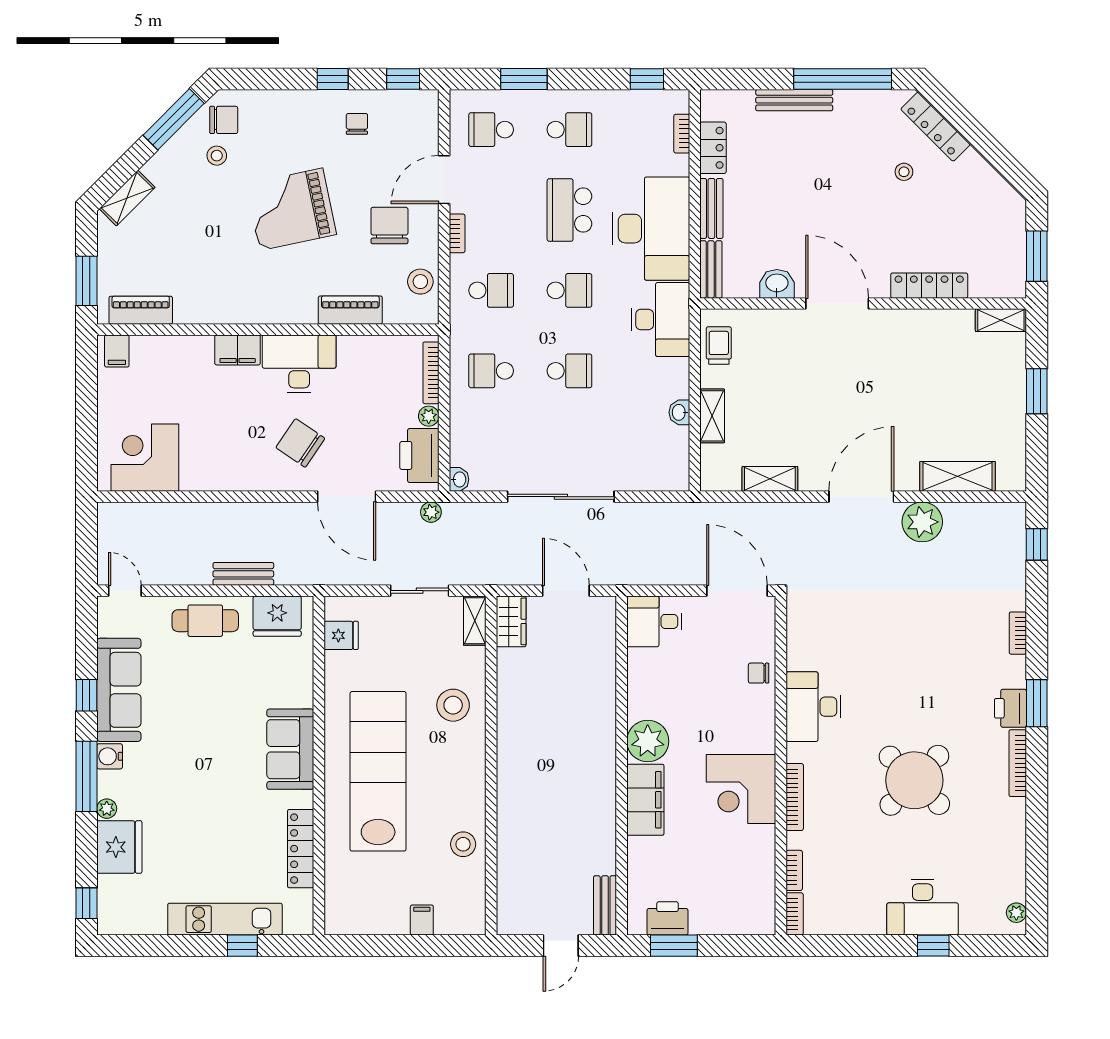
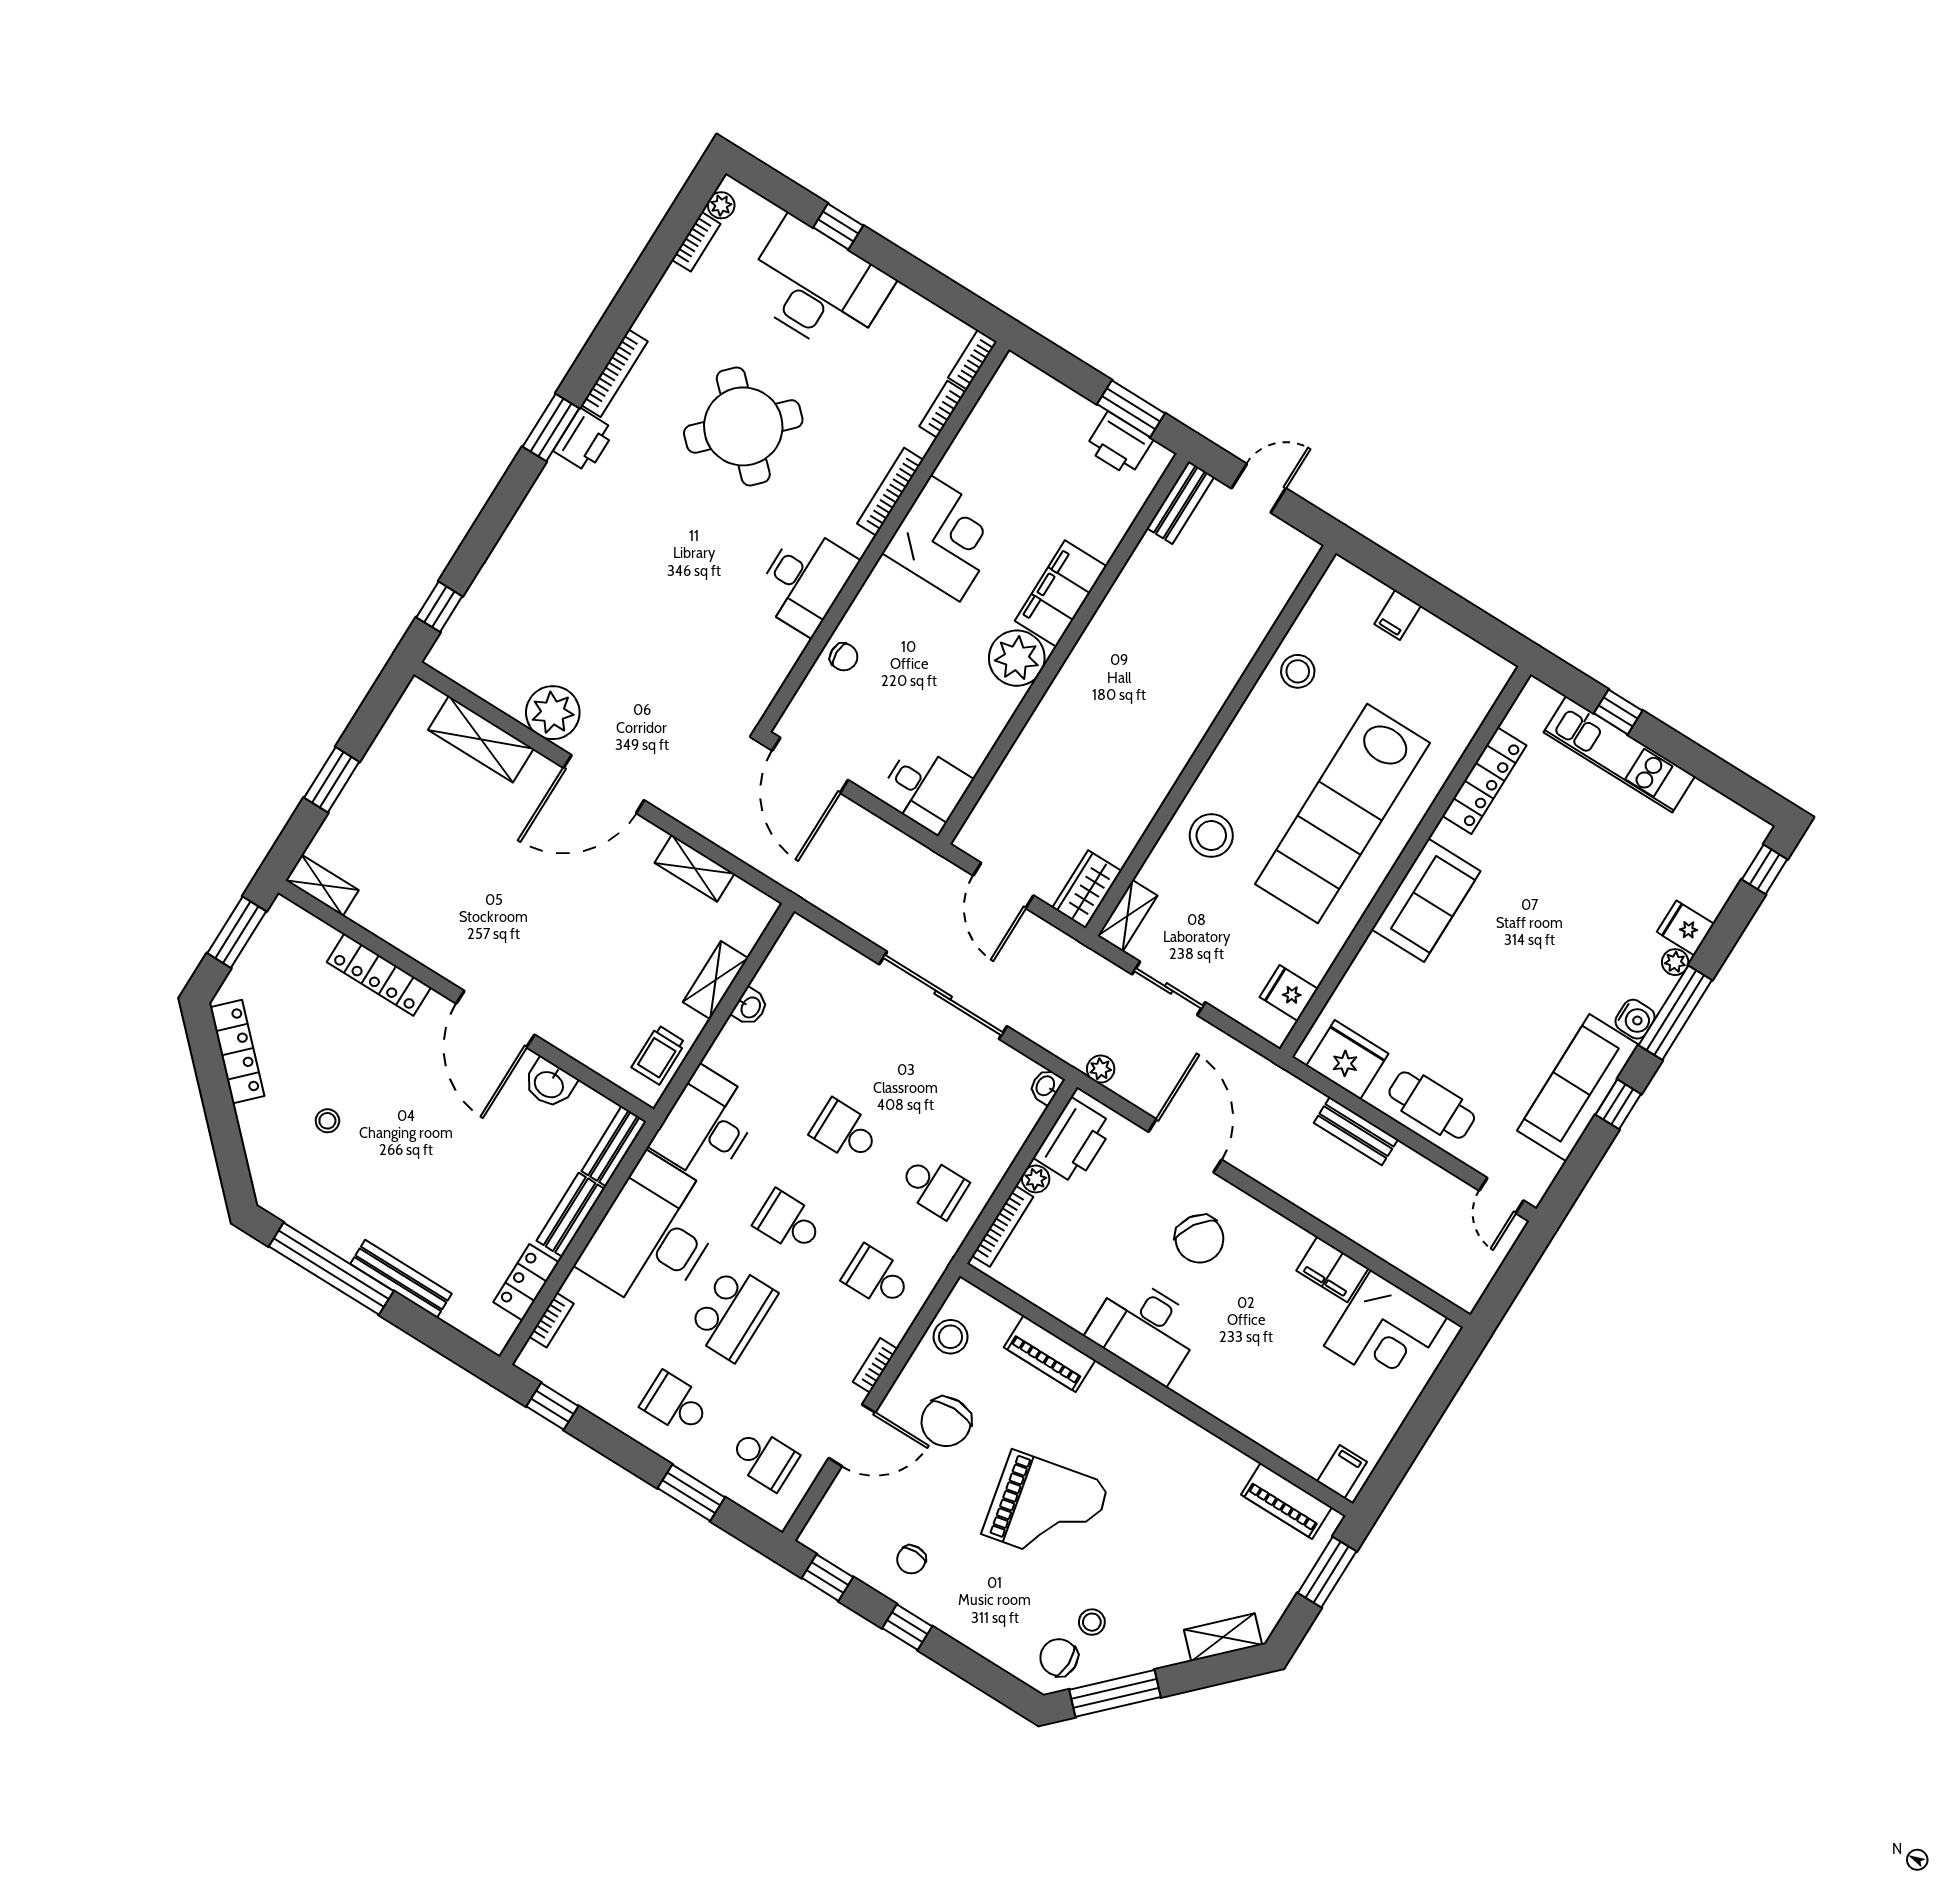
locker: (936, 127) -> (237, 1052), moved
filing cabinet: (238, 350) -> (1332, 1269), moved, turned 180
bookcase: (1018, 633) -> (696, 242), moved
fridge: (119, 847) -> (1685, 928), width x0.53, depth x0.75
desk: (923, 907) -> (817, 287), width x1.36, depth x1.30

